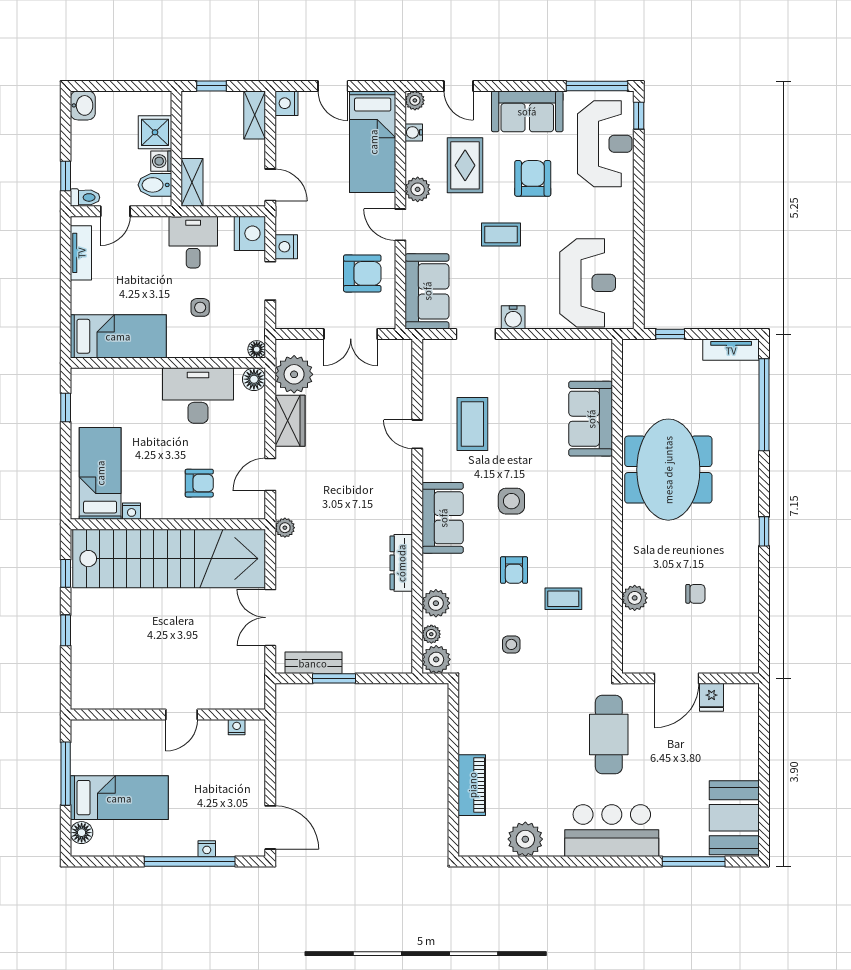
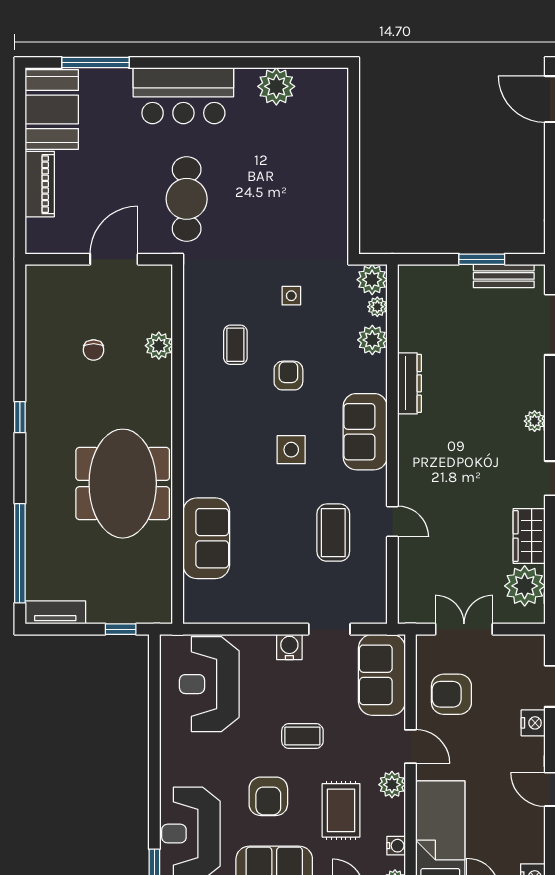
chair: (695, 594) -> (94, 350), turned -90
coffee table: (563, 599) -> (235, 345), turned 90
fridge: (712, 697) -> (76, 239), removed
piano: (472, 785) -> (40, 184), moved, turned 180

